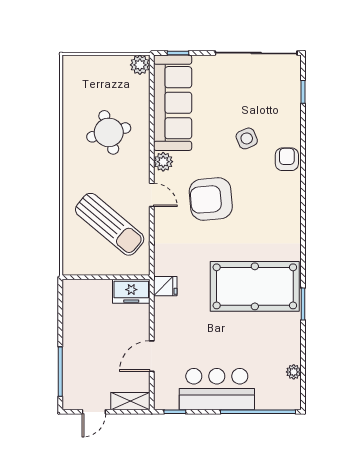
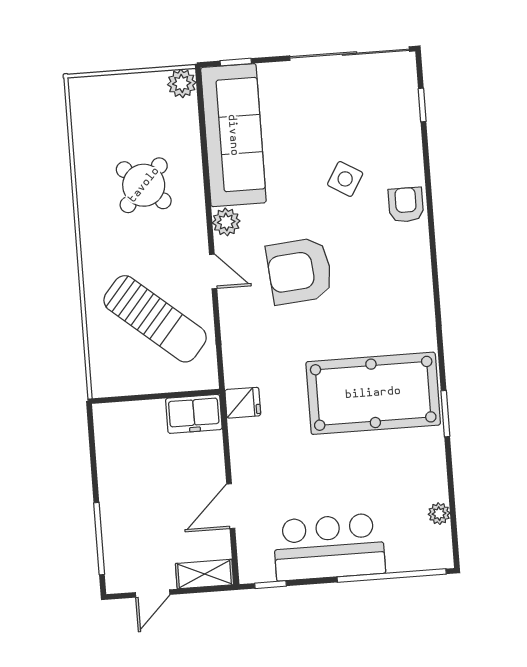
round table: (109, 132) -> (144, 185), turned -32
side table: (247, 138) -> (345, 179), turned -36

